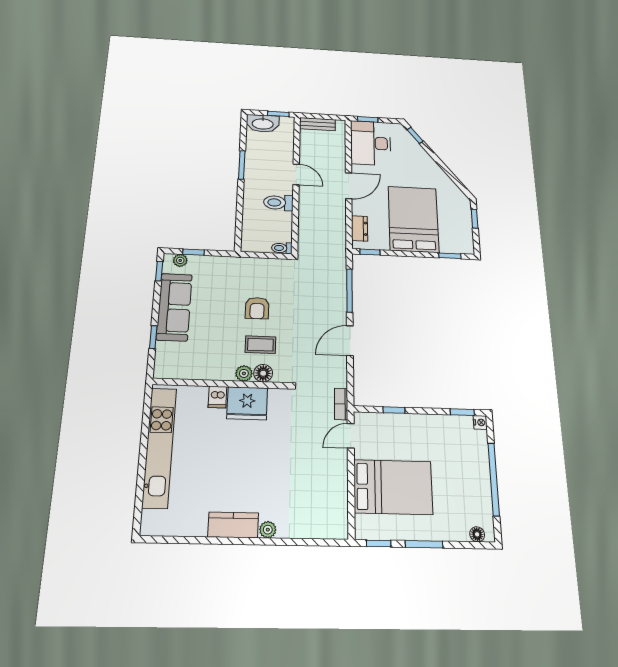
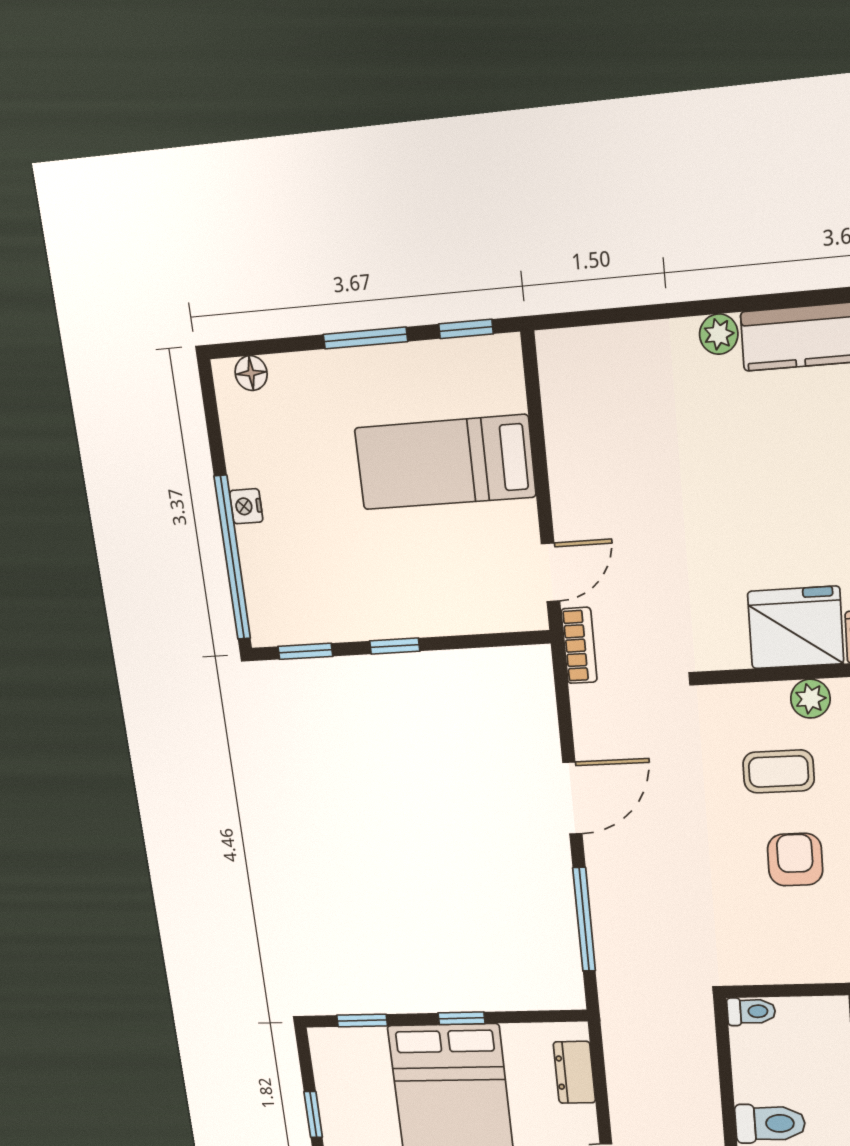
window: (370, 252) -> (461, 1018), moved
floor lamp: (263, 373) -> (766, 703), removed
window: (394, 410) -> (395, 646), moved
nightstand: (480, 422) -> (246, 506), moved
window: (494, 479) -> (232, 558), moved
bed: (393, 487) -> (445, 462), width x0.67

